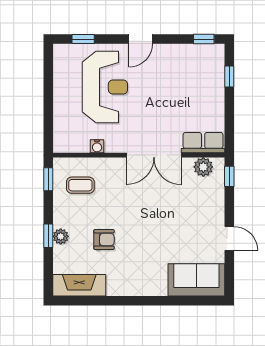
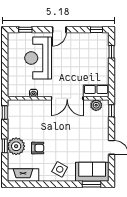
reception desk: (105, 87) -> (38, 58), turned 180
coffee table: (80, 185) -> (24, 116), removed
plant: (61, 236) -> (16, 146), width x1.87, depth x1.87
side table: (141, 276) -> (60, 169), added
window: (195, 301) -> (91, 184), added

